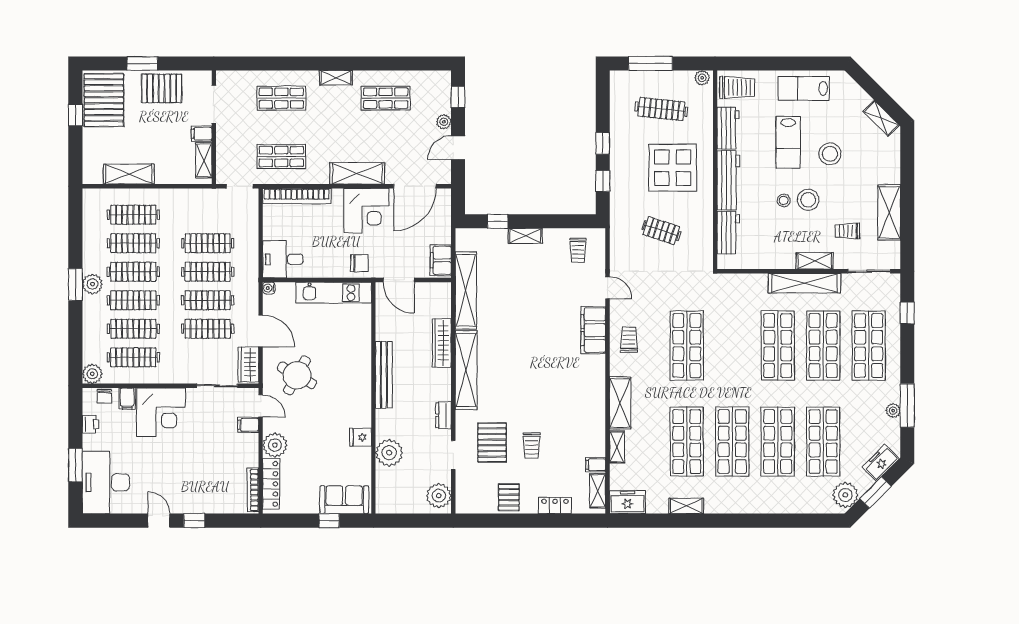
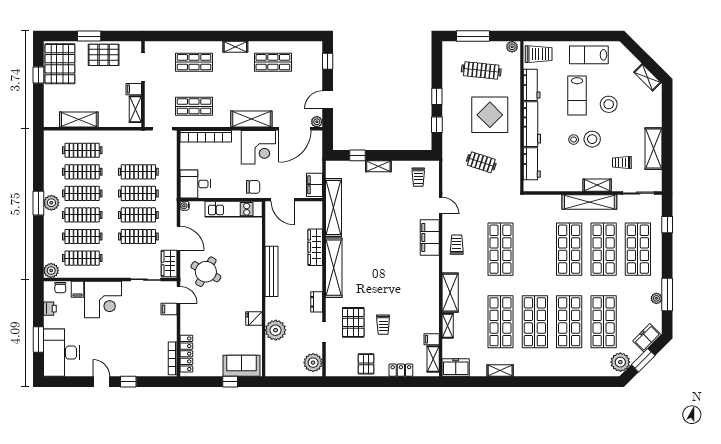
plant: (444, 122) -> (317, 122), moved
plant: (275, 445) -> (189, 324), removed

